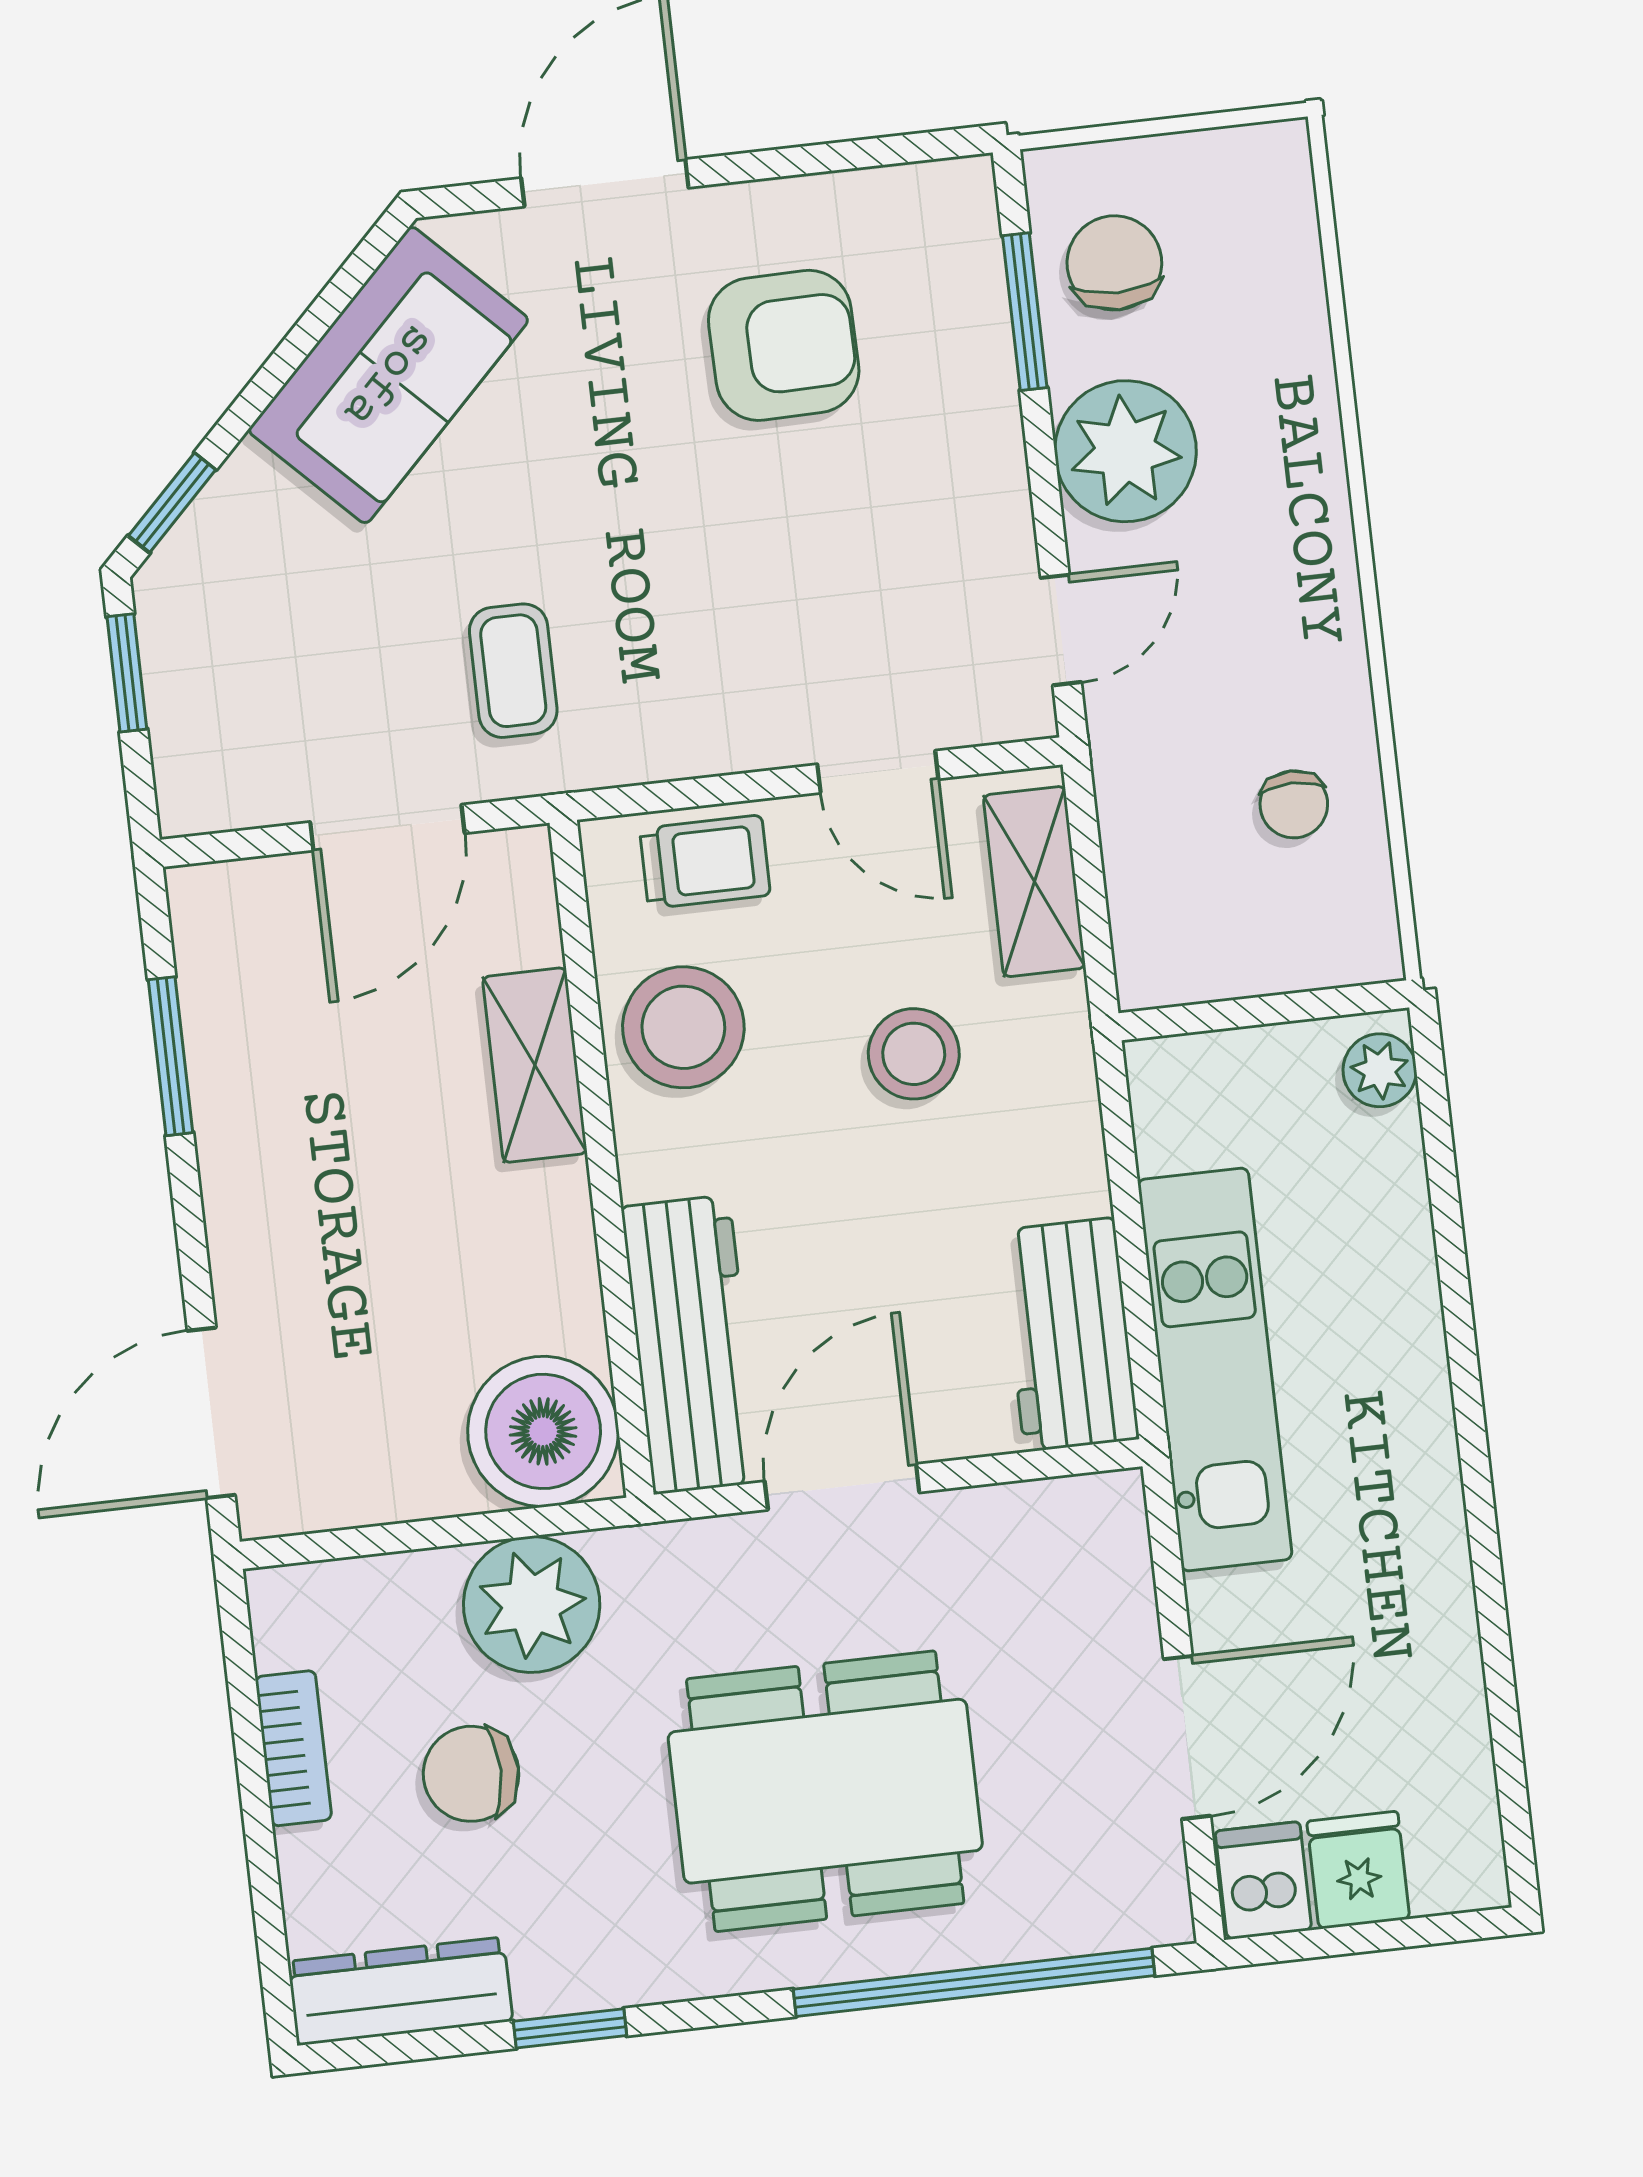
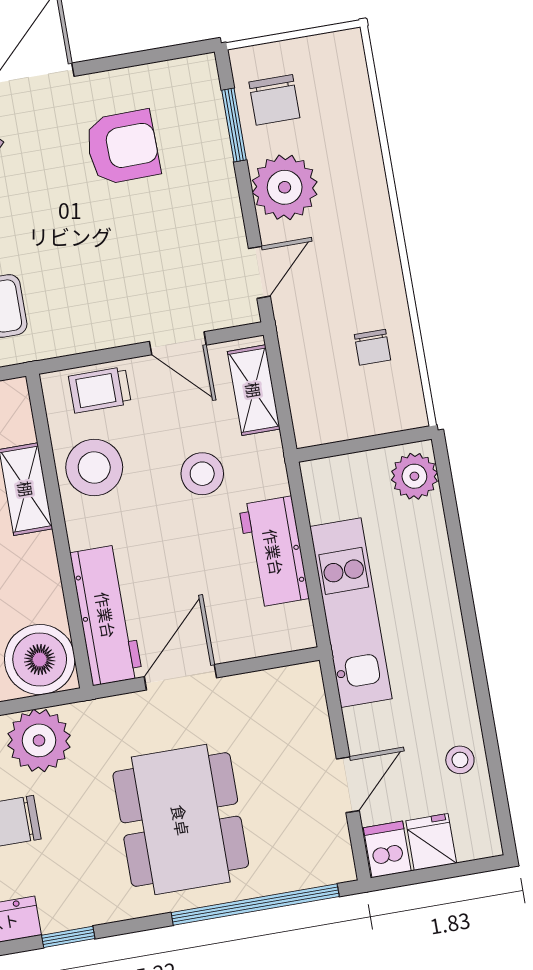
chair: (1114, 263) -> (274, 100), turned 180
trolley: (705, 862) -> (100, 390), turned 180
plant: (1380, 1070) -> (414, 476), width x1.38, depth x1.38
workbench: (1069, 1335) -> (274, 552), moved
stool: (1430, 1698) -> (460, 760), added
door: (1187, 1737) -> (348, 785), width x0.73
dining table: (825, 1791) -> (181, 820), turned 90

